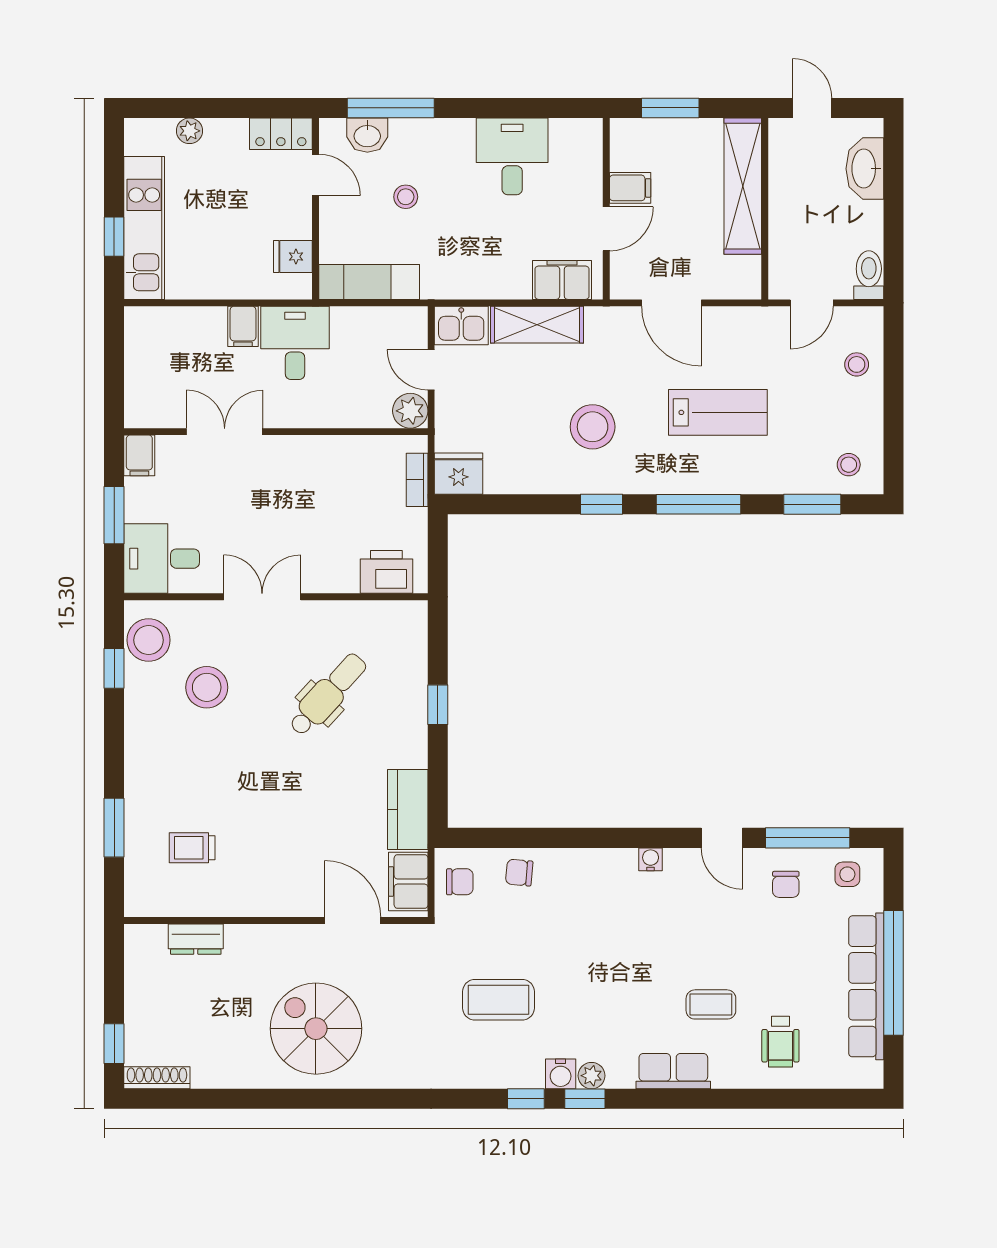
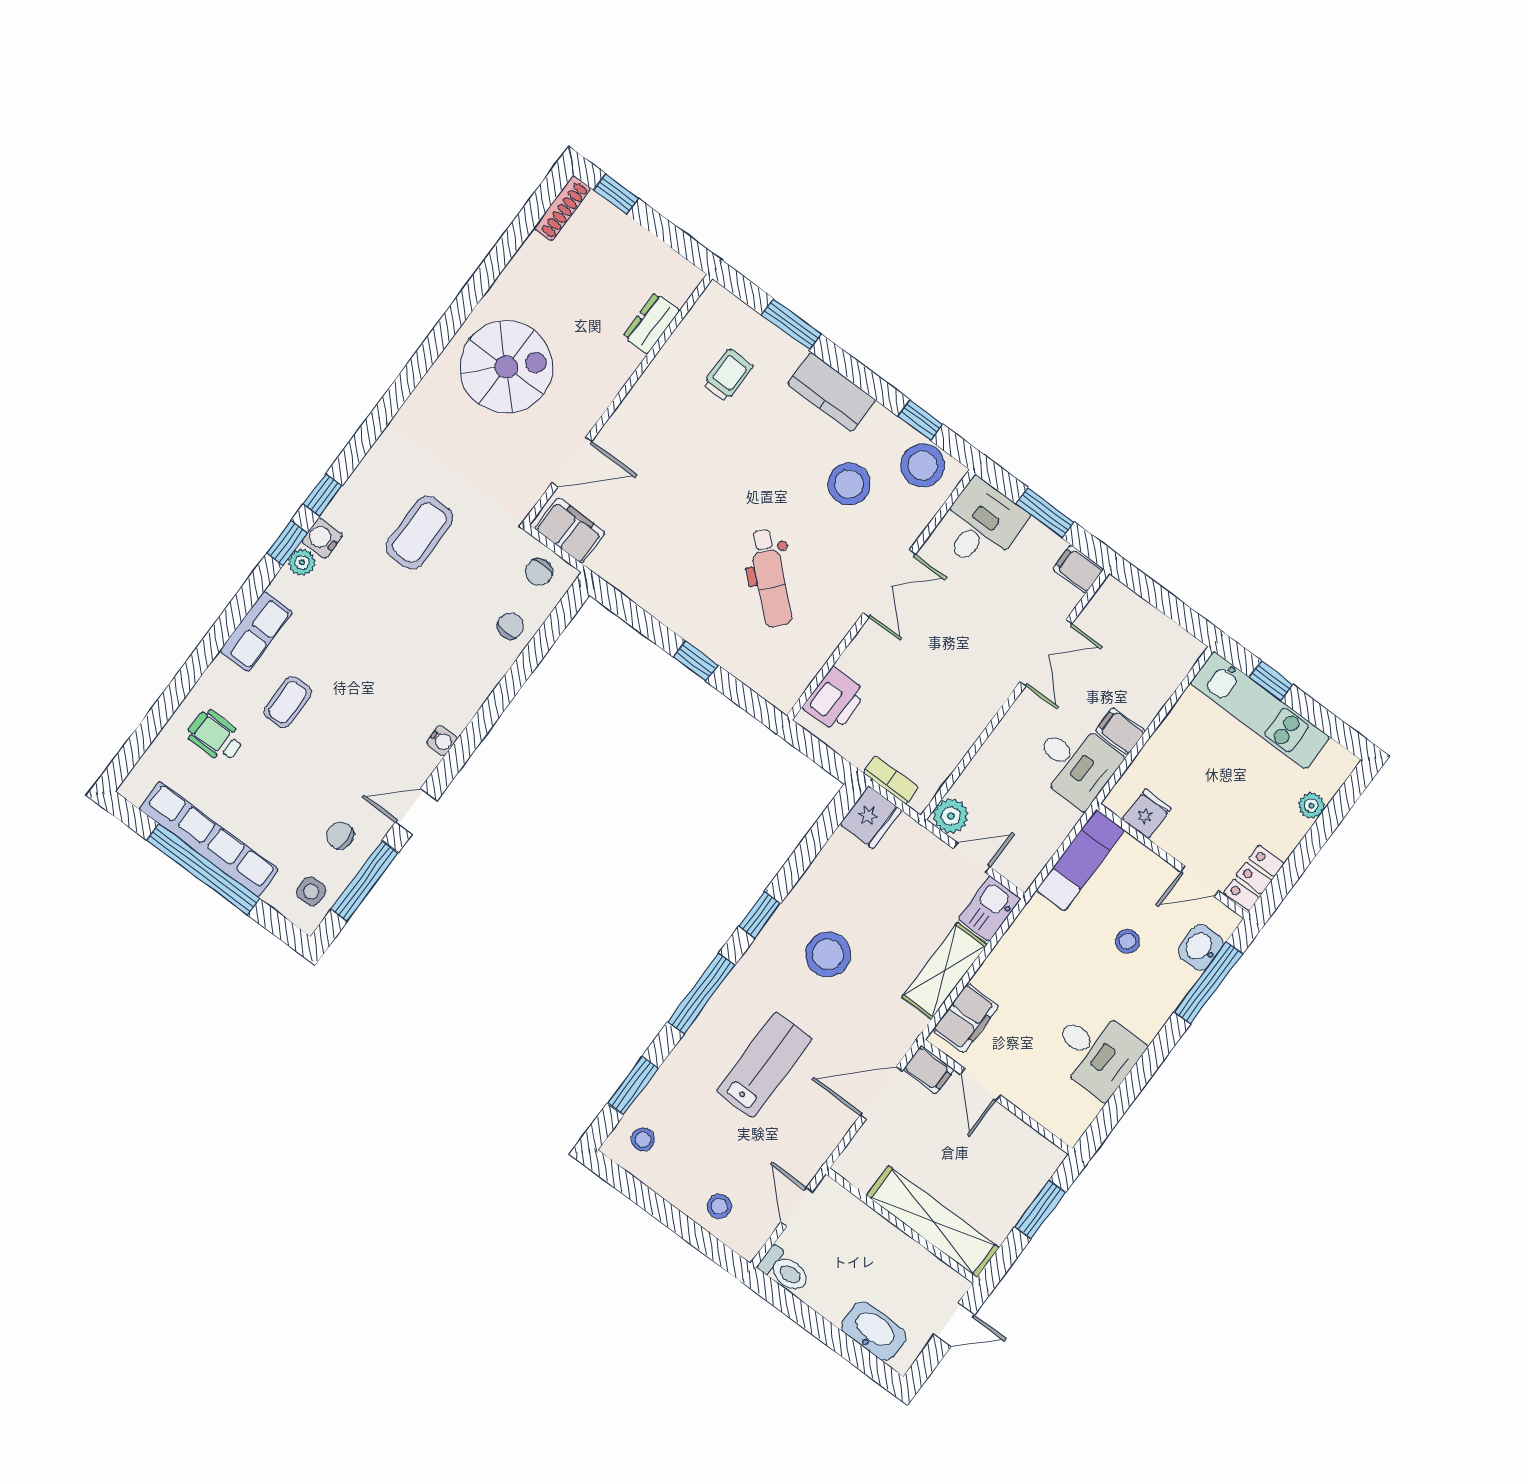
filing cabinet: (630, 188) -> (929, 1070), moved, turned -90
lab bench: (718, 412) -> (764, 1065), turned 180
kitchen counter: (408, 809) -> (832, 392), moved, turned 180

